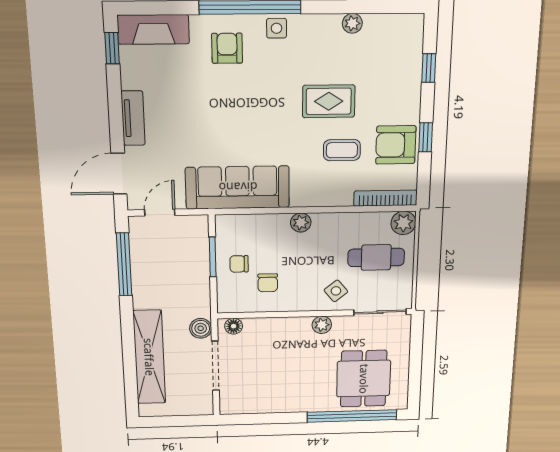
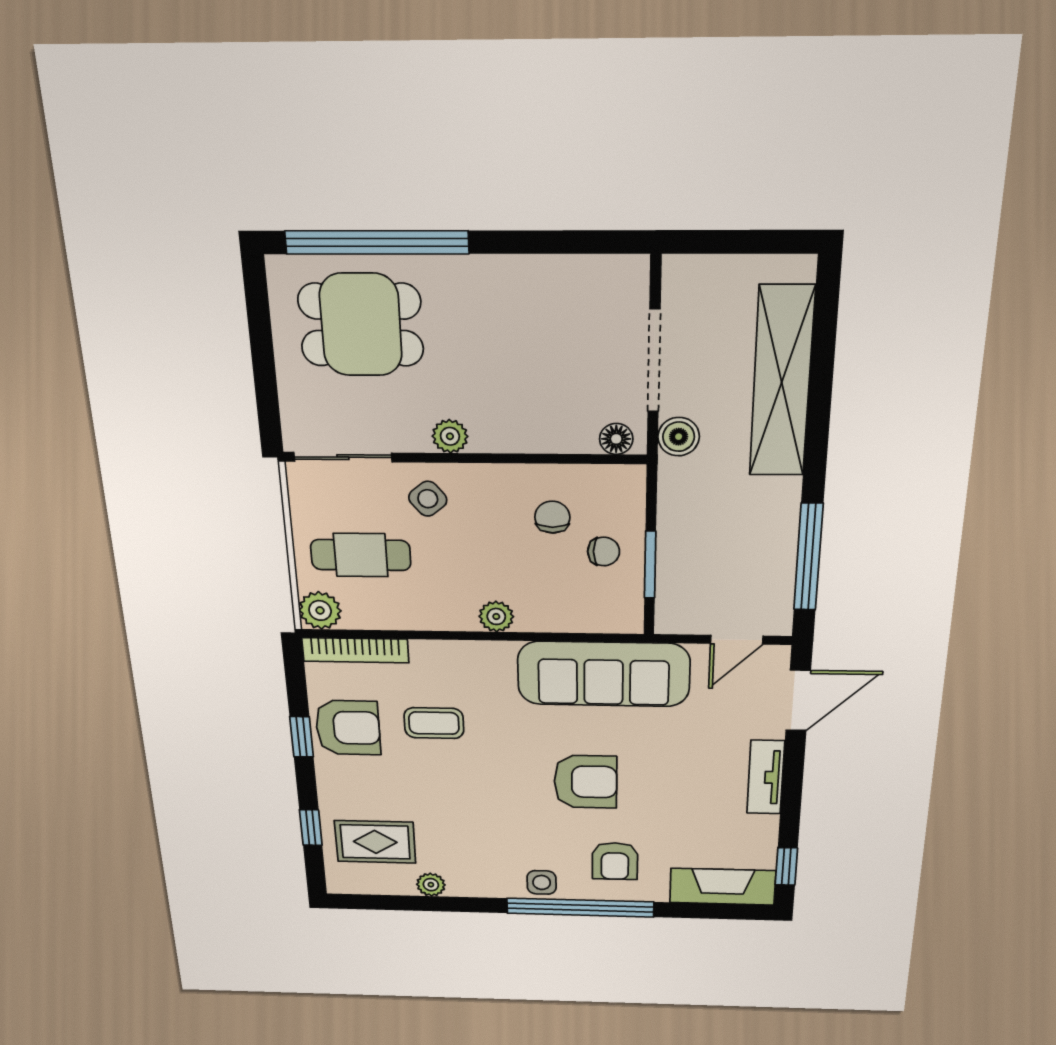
rug: (329, 101) -> (375, 842), moved
armchair: (248, 111) -> (585, 782), added
dining table: (364, 379) -> (361, 325), turned 90

